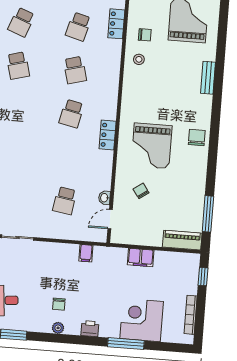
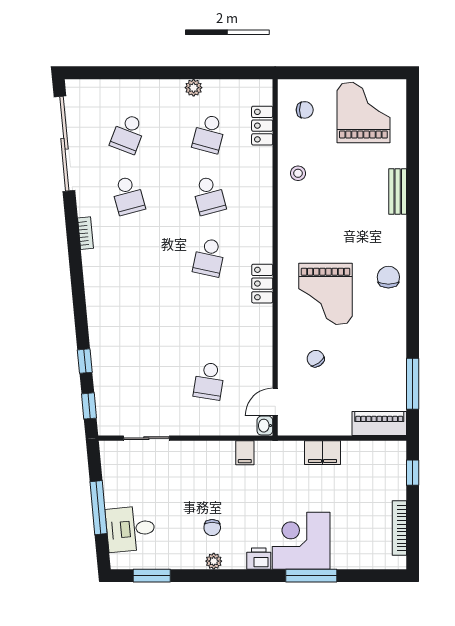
chair: (145, 35) -> (305, 110), moved
washbasin: (104, 198) -> (265, 426), moved
corner desk: (142, 320) -> (301, 541), moved

